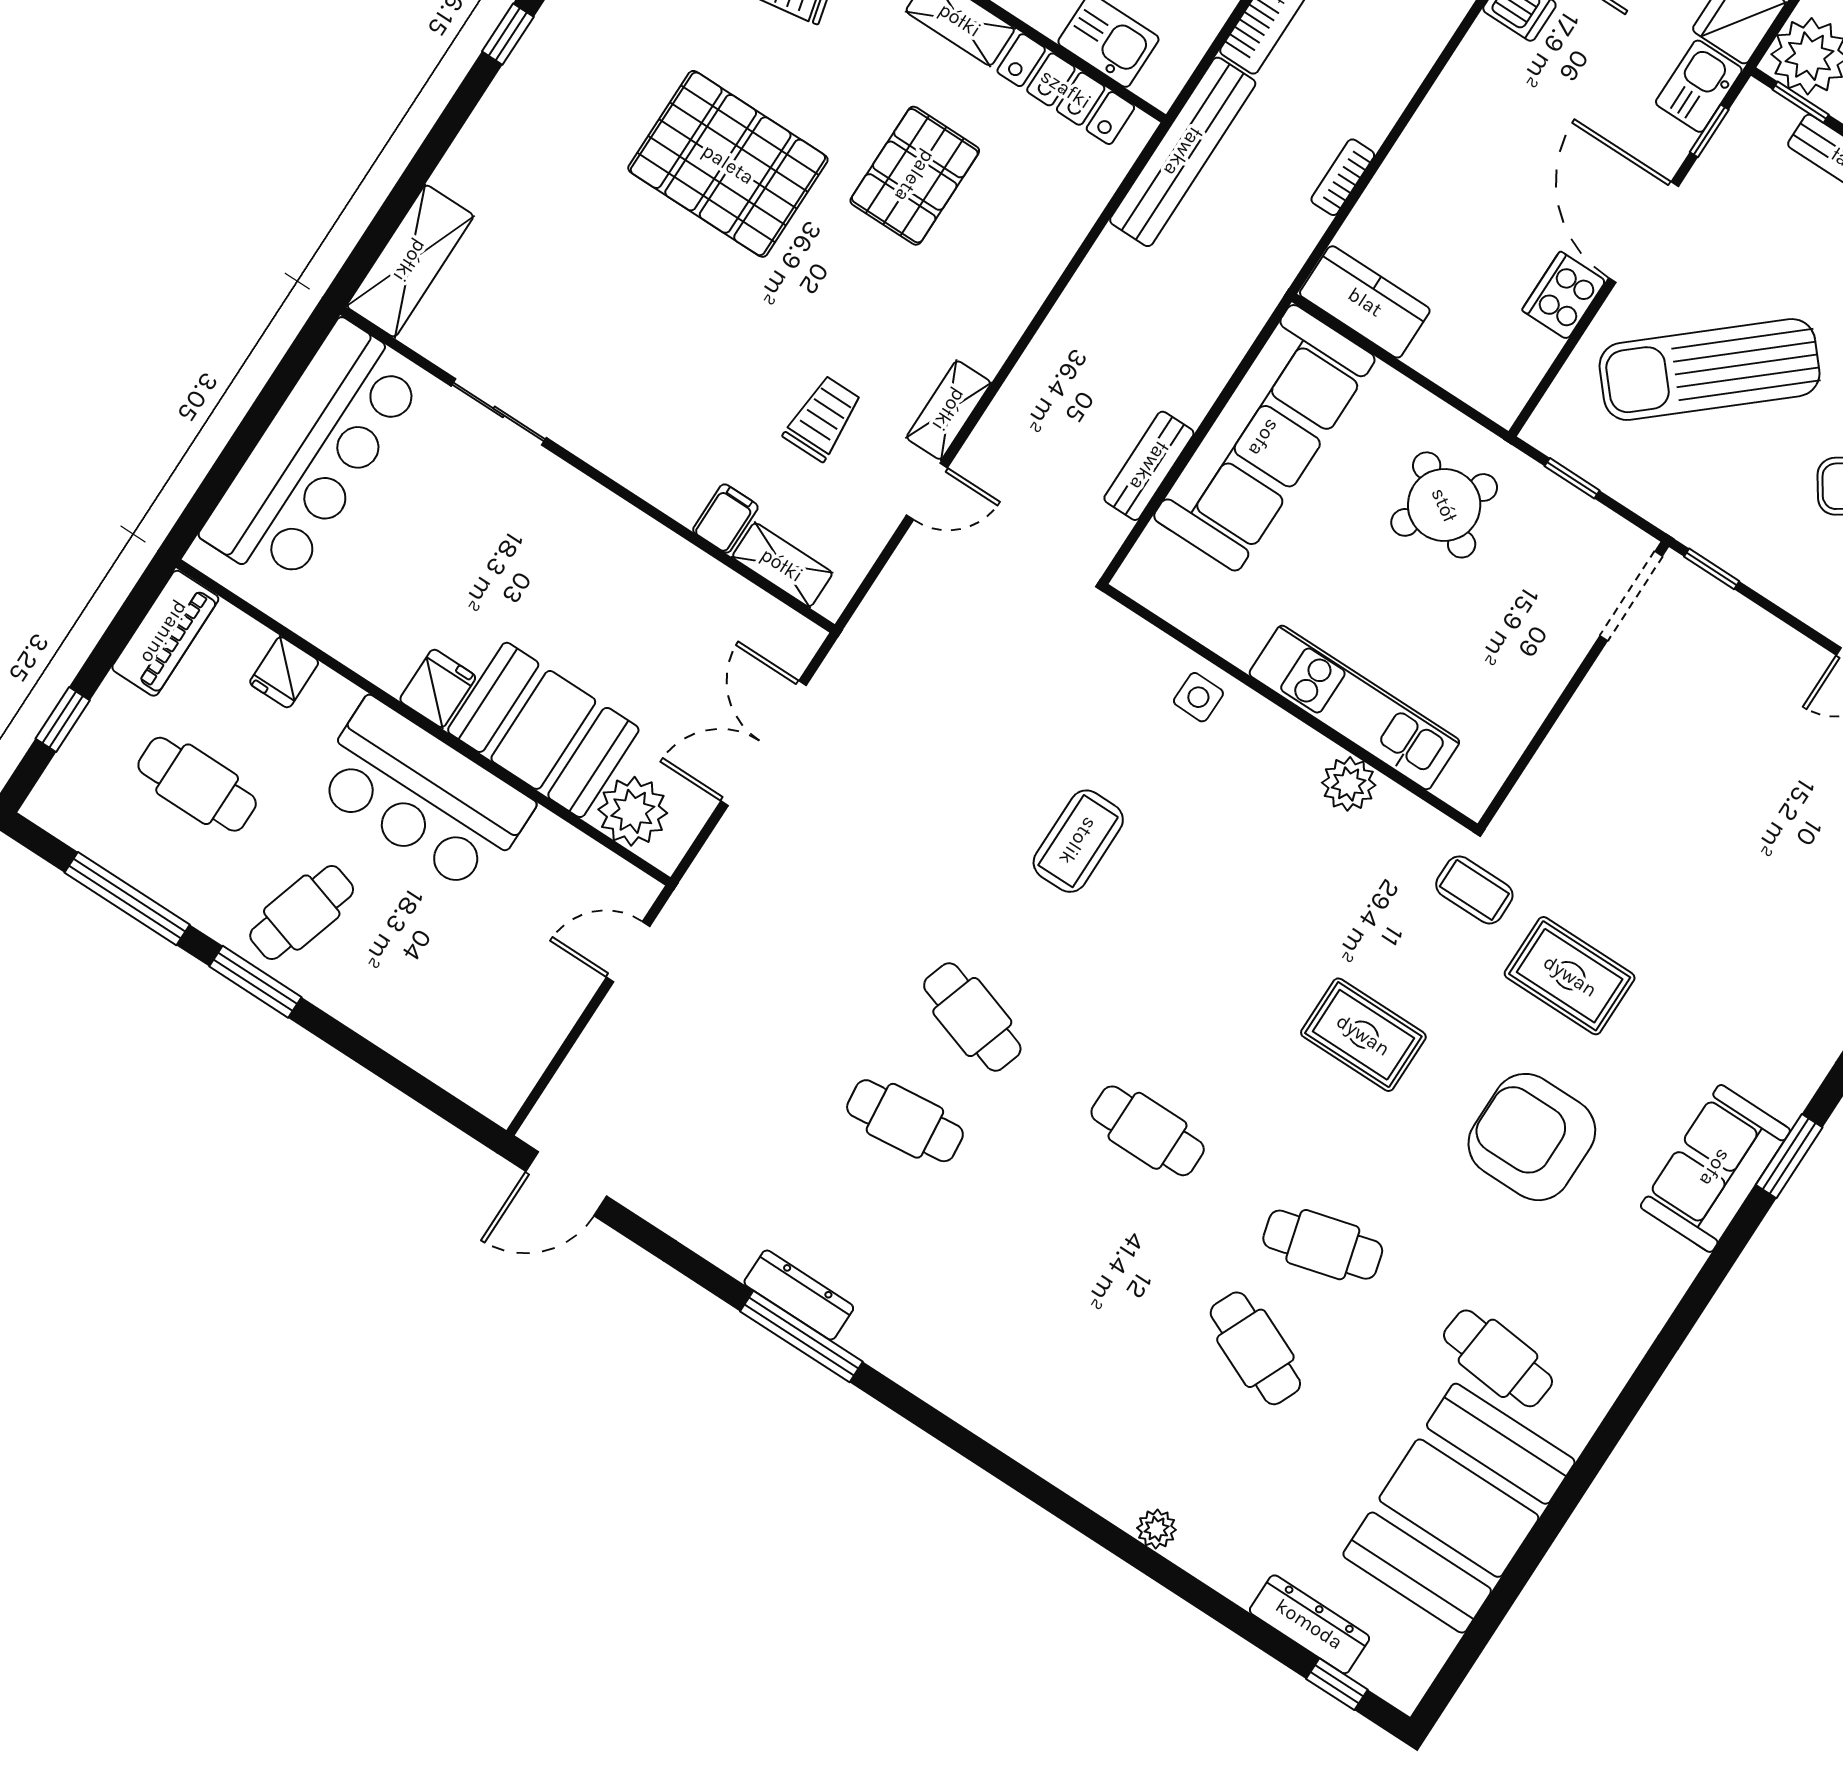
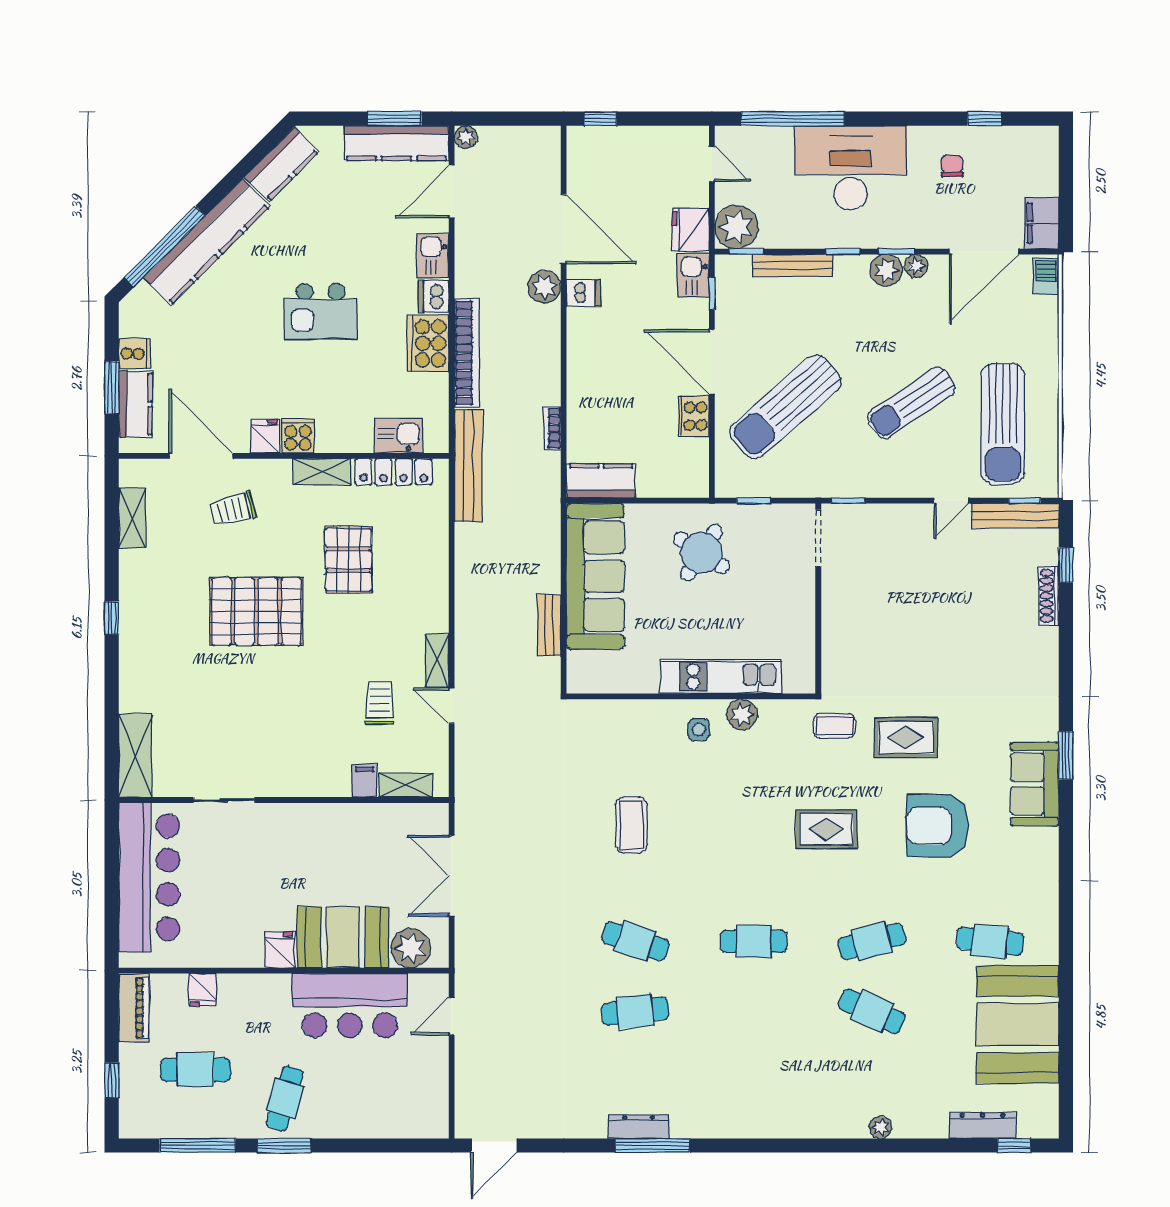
door: (927, 491) -> (452, 706), swing flipped
side table: (1198, 697) -> (699, 730), moved
bar counter: (422, 795) -> (350, 1005), moved

